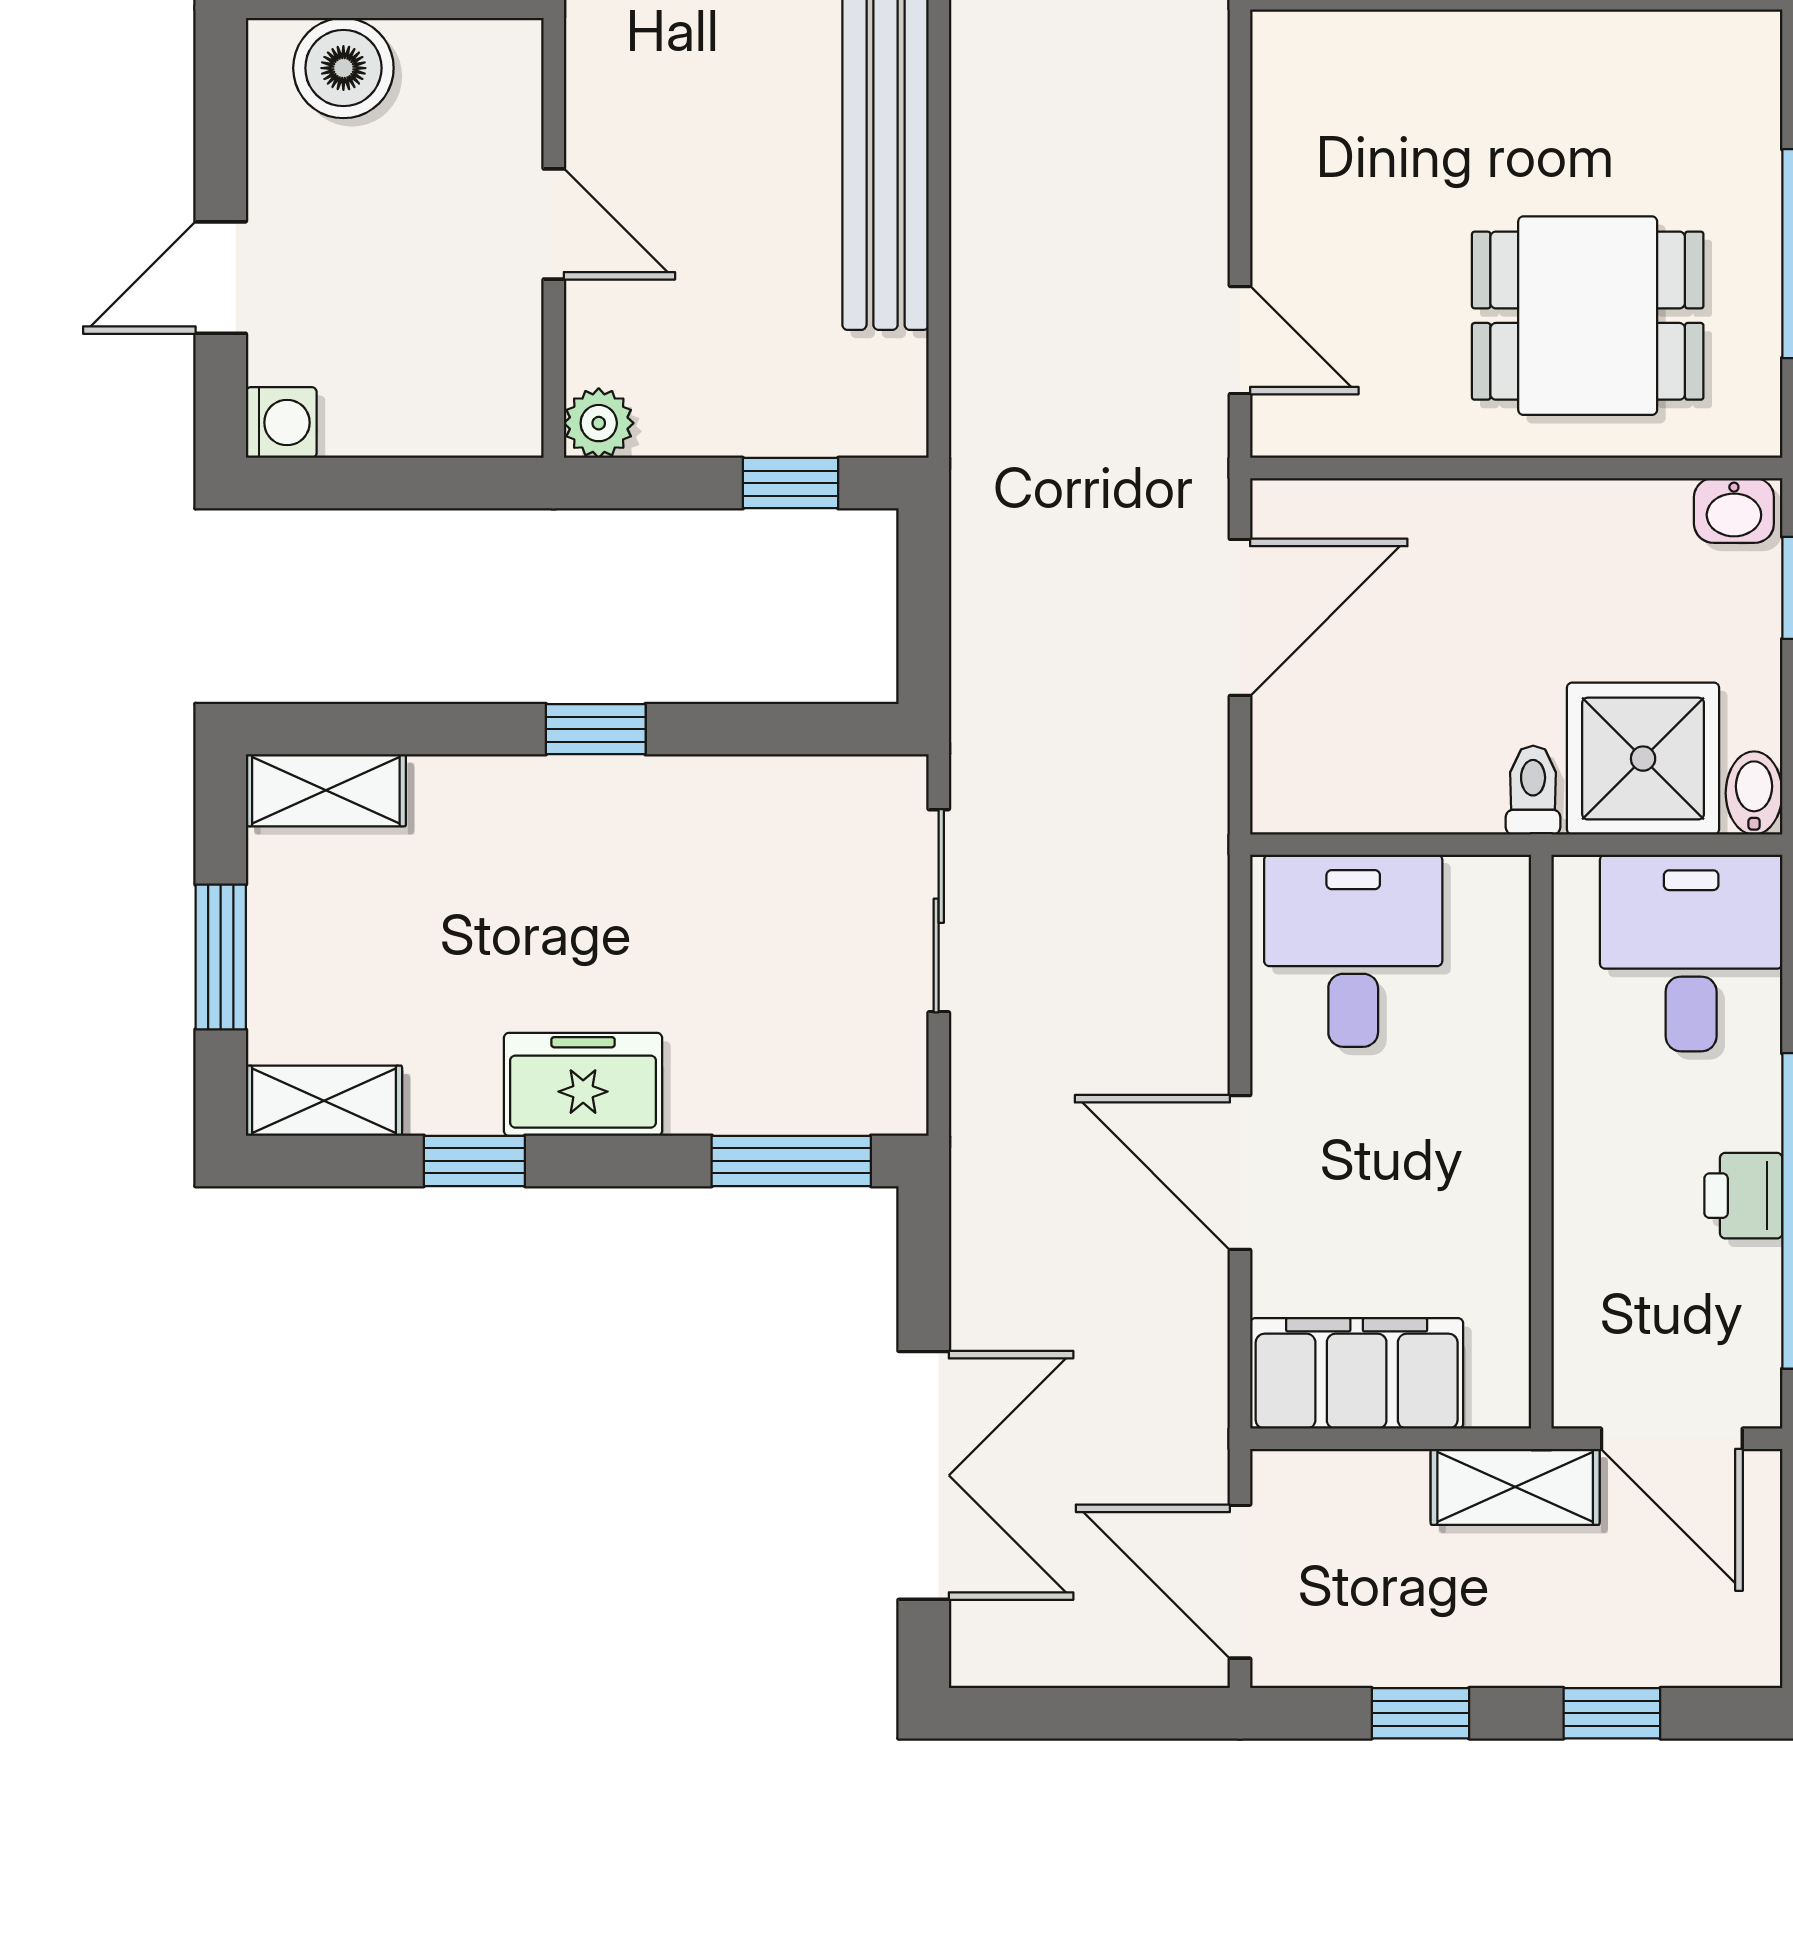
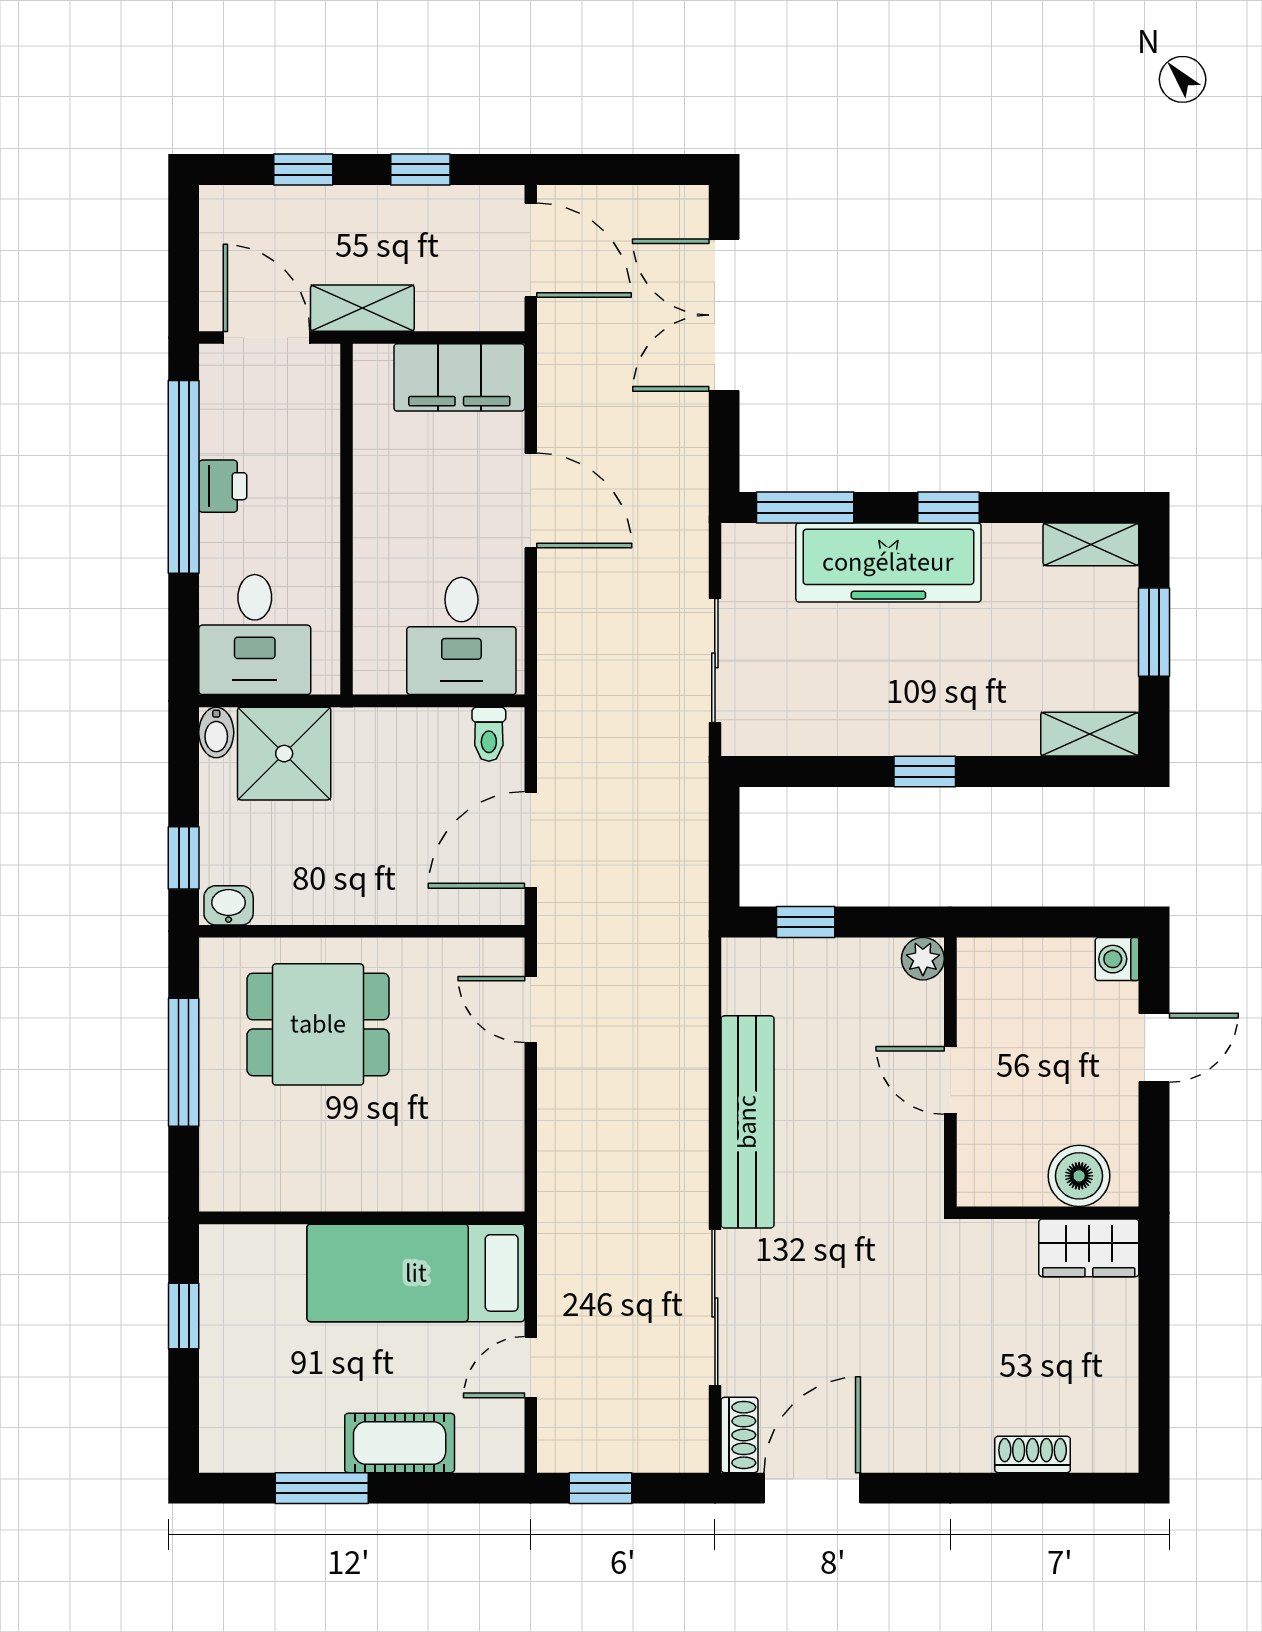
toilet: (1533, 790) -> (489, 734), moved
freezer: (583, 1084) -> (888, 562), width x1.91, depth x1.26
window: (474, 1161) -> (948, 507), moved

